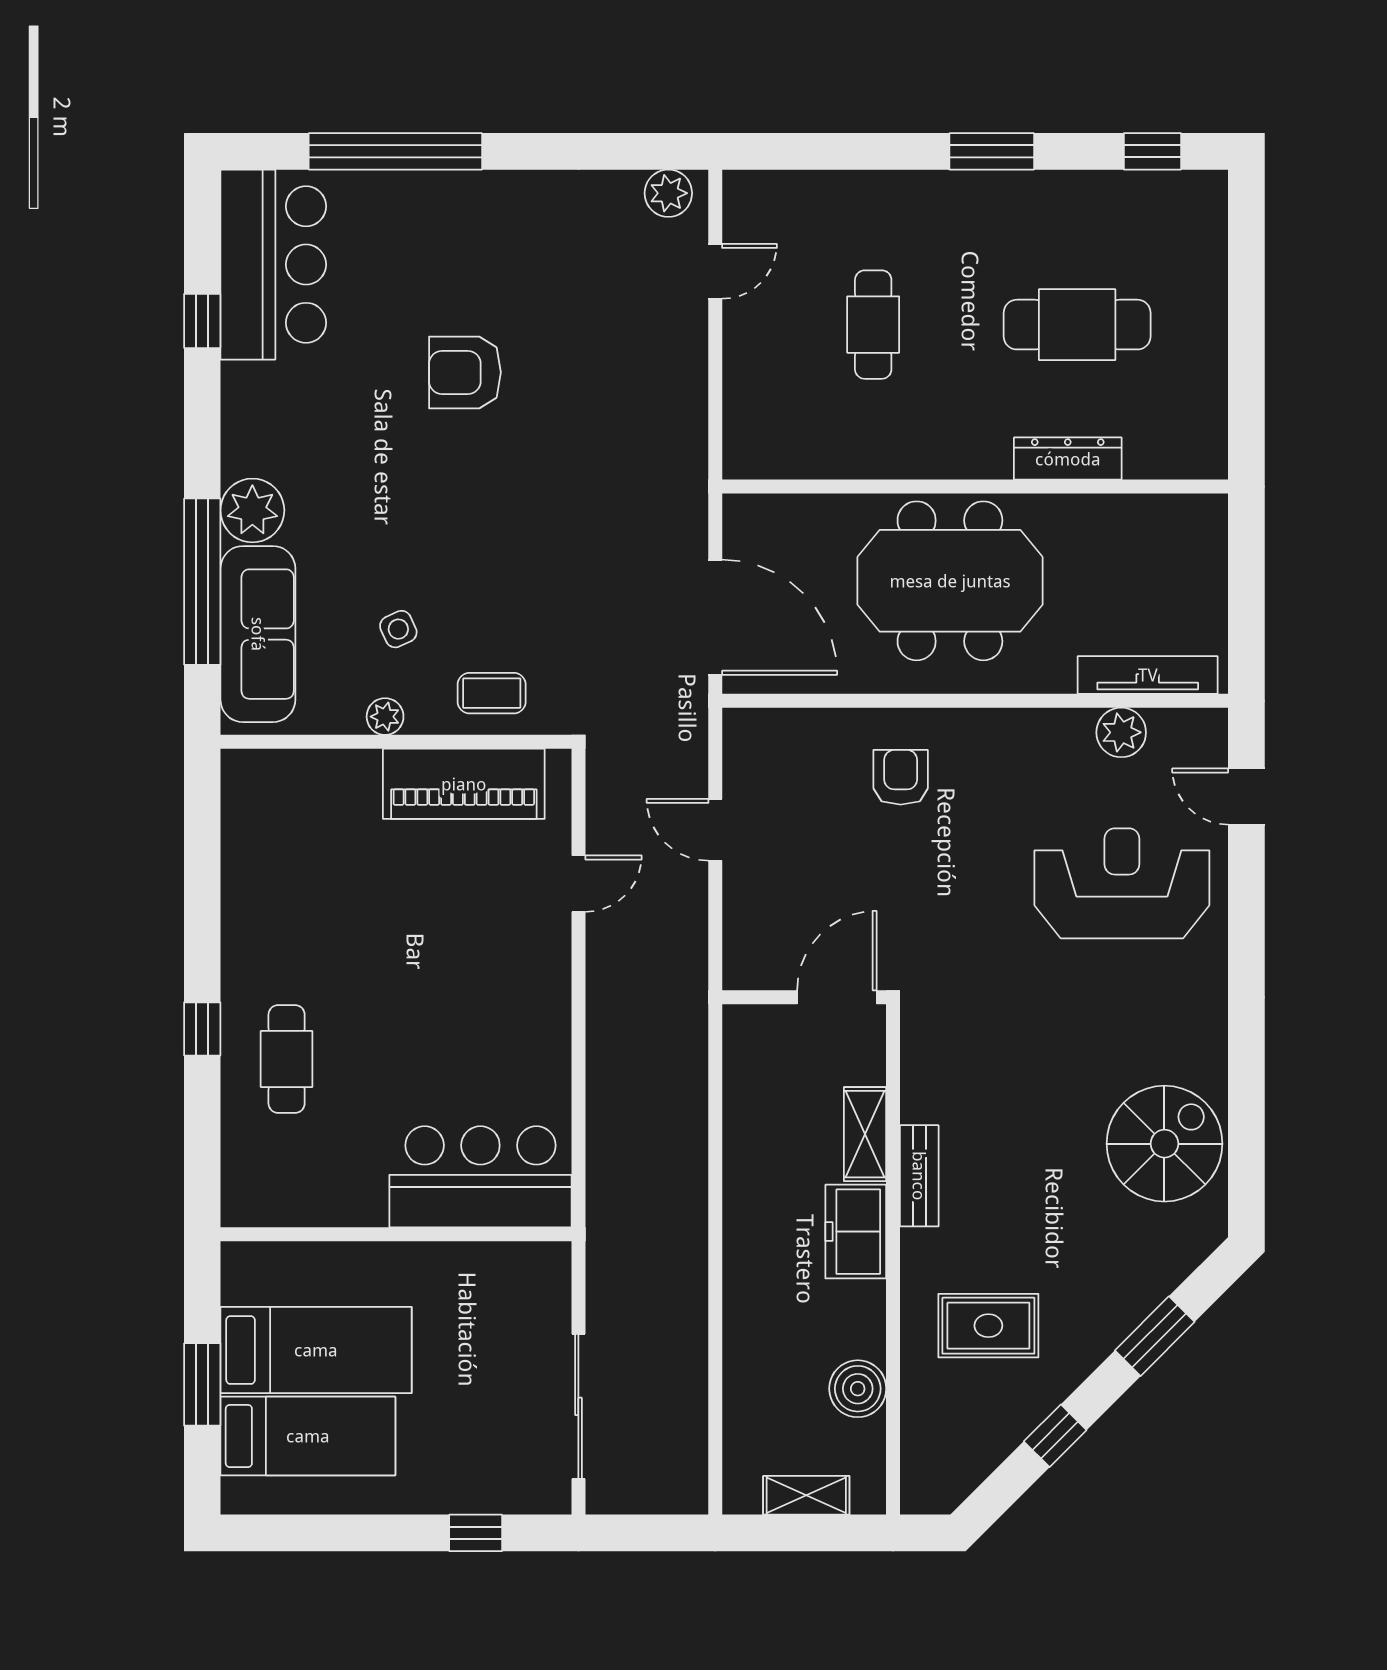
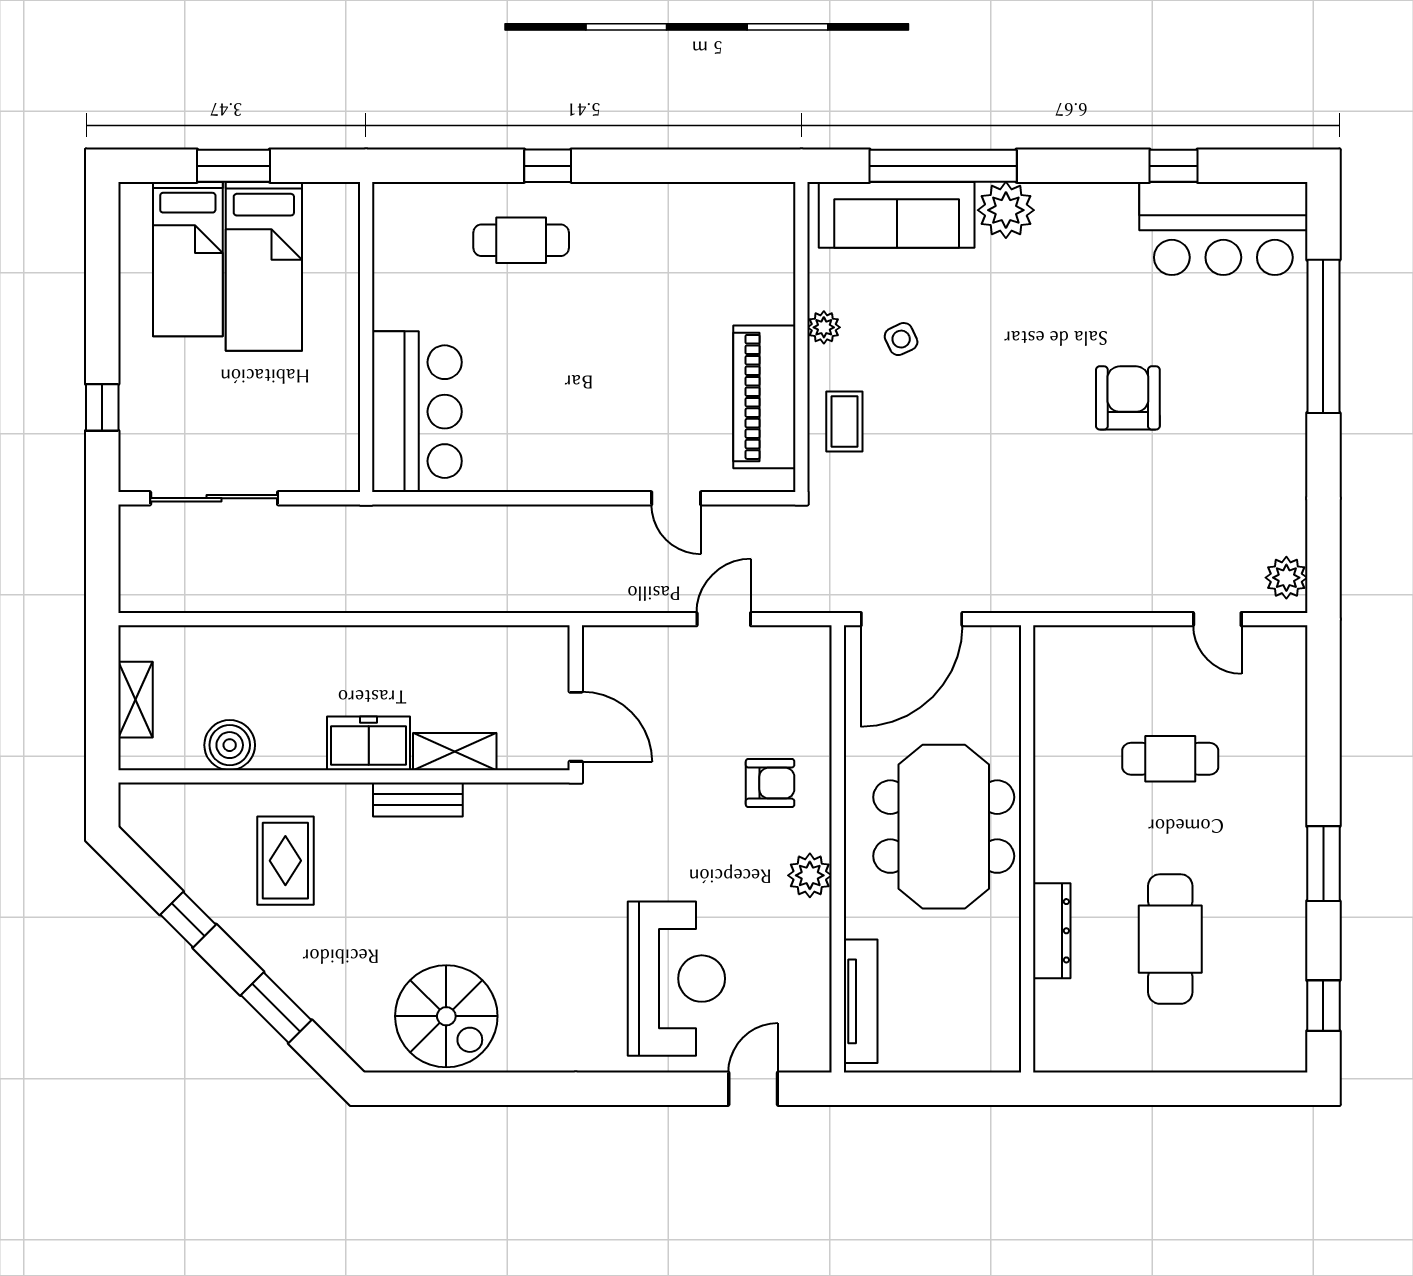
plant: (1121, 732) -> (810, 875), moved

